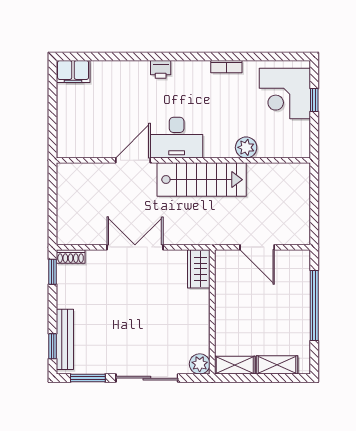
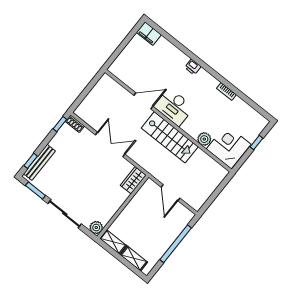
corner desk: (285, 93) -> (229, 147), moved, turned 90

